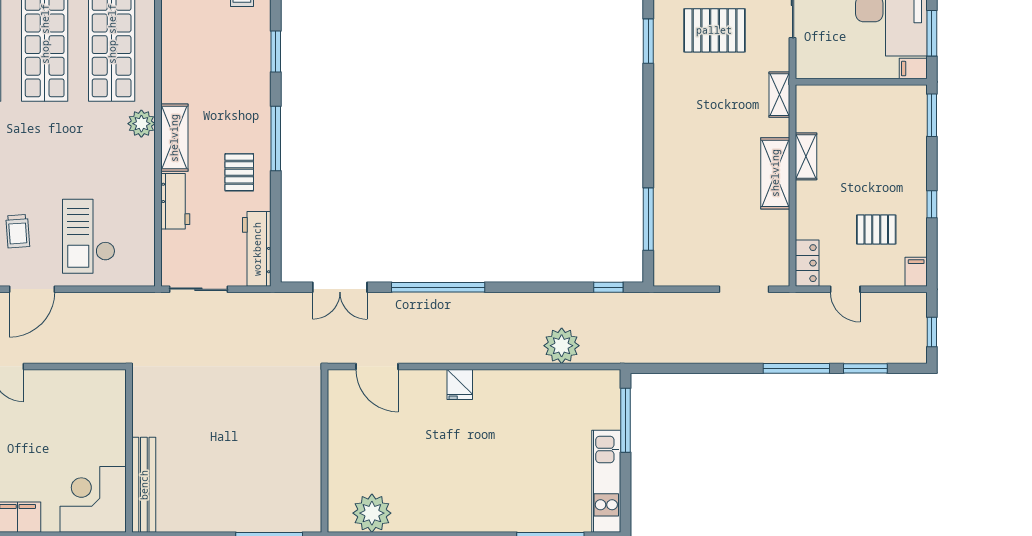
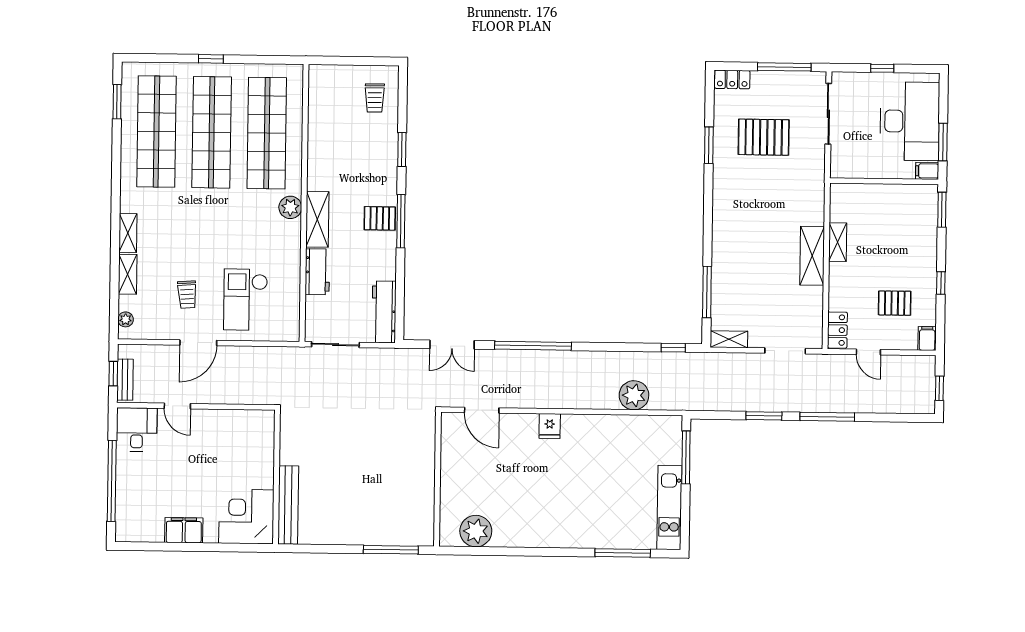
shelving: (779, 95) -> (729, 339), moved, turned 90
pallet: (239, 172) -> (380, 218), moved, turned 90
window: (865, 368) -> (764, 416), moved

